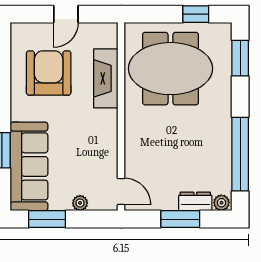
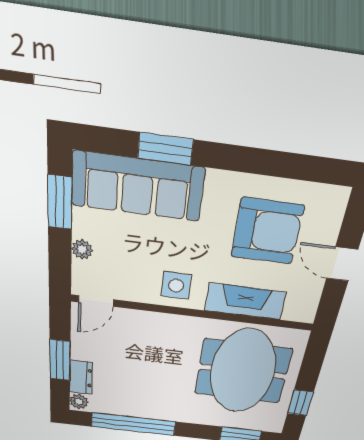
side table: (100, 132) -> (176, 285), added

